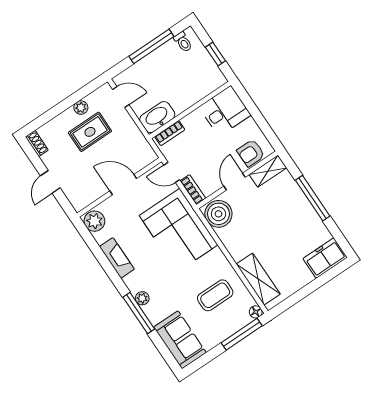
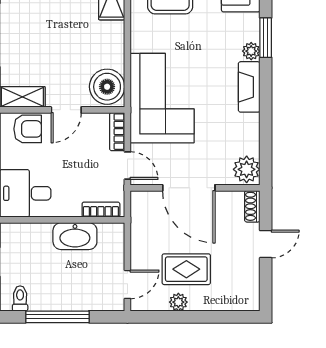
door: (121, 97) -> (127, 284), swing flipped
washbasin: (157, 117) -> (75, 236), moved
shoe rack: (37, 143) -> (252, 206), moved
door: (123, 185) -> (189, 188), width x1.36
fireplace: (117, 258) -> (249, 87), moved
window: (139, 313) -> (266, 38), width x0.69

